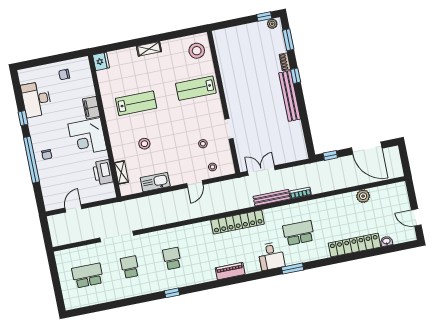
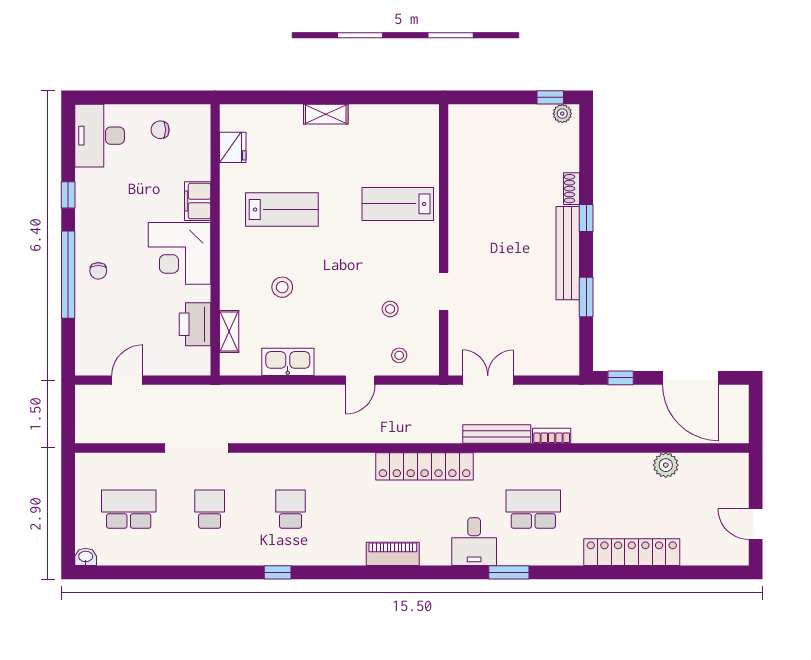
window: (288, 40) -> (586, 297), moved
stool: (197, 51) -> (413, 135), removed
fridge: (101, 61) -> (233, 147), moved
desk: (36, 99) -> (100, 136), moved
washbasin: (386, 241) -> (86, 557), moved

